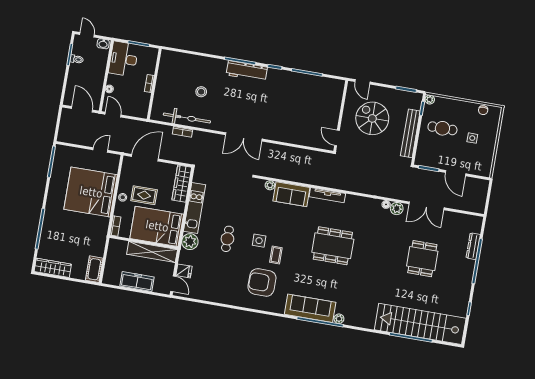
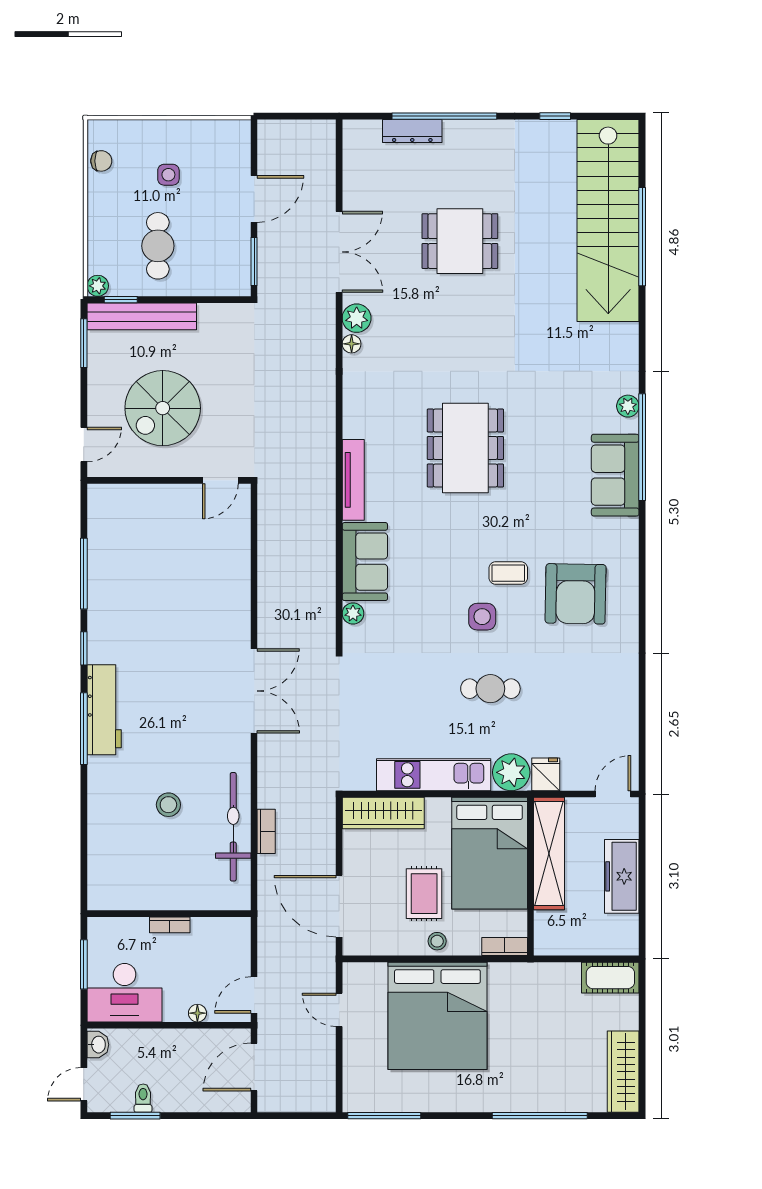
bench: (410, 133) -> (142, 316), moved
fridge: (184, 271) -> (546, 774), moved
sofa: (310, 308) -> (615, 475), width x0.73

